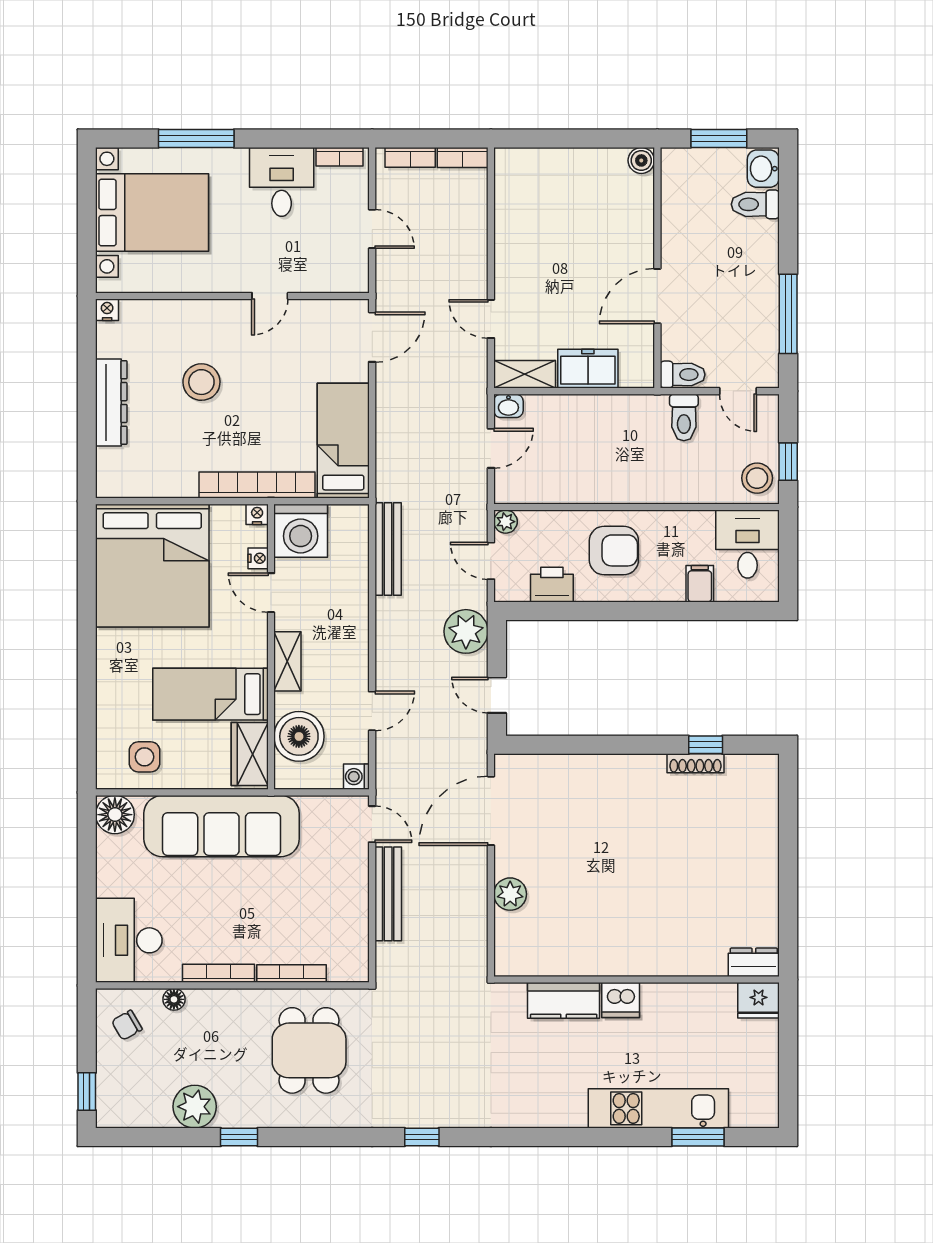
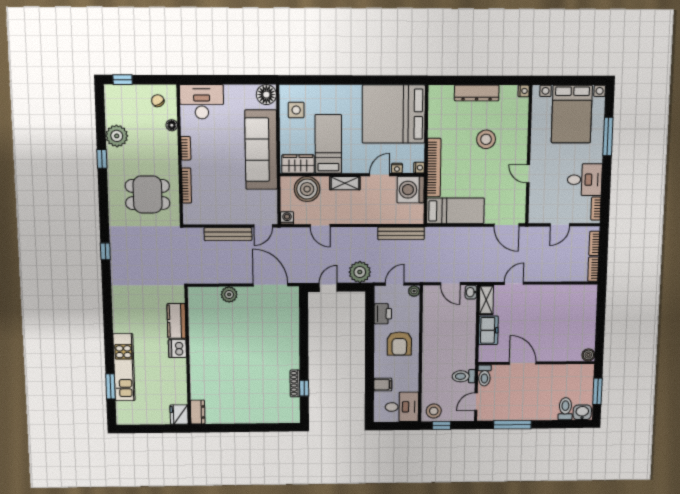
bookcase: (219, 973) -> (186, 148), width x0.64

